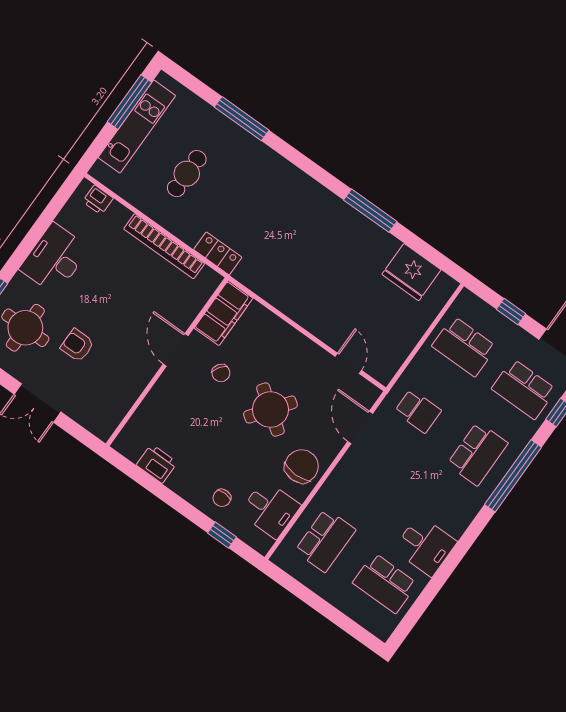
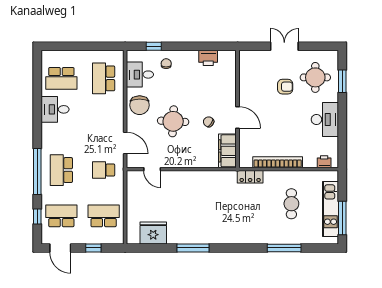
round table: (270, 410) -> (173, 121), turned -33
school desk: (385, 583) -> (61, 78), turned 180

